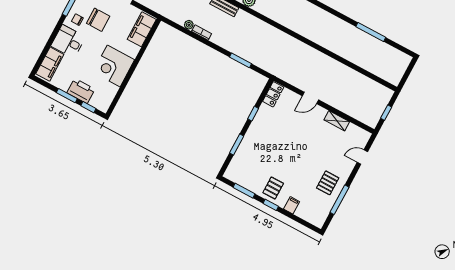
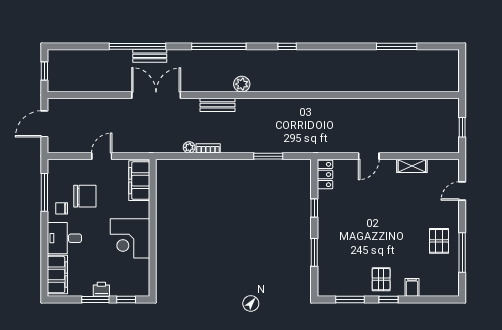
printer: (81, 91) -> (101, 289), width x0.53, depth x0.68

